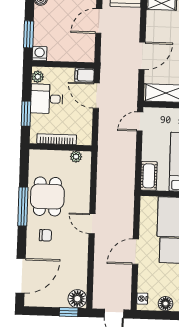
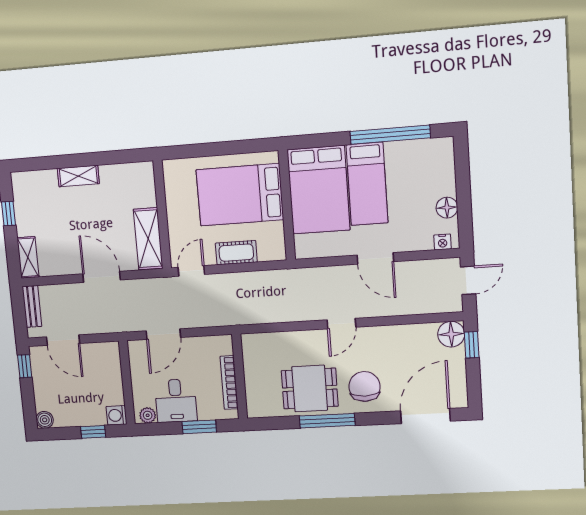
window: (29, 34) -> (93, 432), width x0.67
filing cabinet: (85, 75) -> (138, 353), removed
door: (140, 122) -> (191, 271), swing flipped
plant: (76, 157) -> (250, 354), removed
cot: (149, 176) -> (236, 253), moved
chair: (45, 235) -> (365, 386), width x1.87, depth x1.87
door: (21, 276) -> (425, 416), hinge flipped

